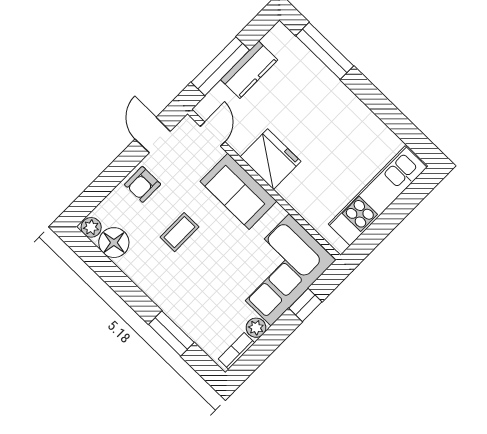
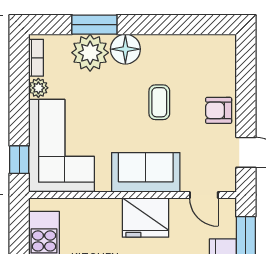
armchair: (143, 184) -> (219, 110), turned -90
plant: (91, 227) -> (90, 53), moved, width x1.88, depth x1.88
floor lamp: (114, 243) -> (125, 49), moved
window: (305, 305) -> (19, 160), moved

